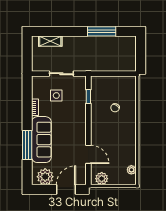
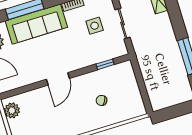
door: (88, 154) -> (58, 79), moved

